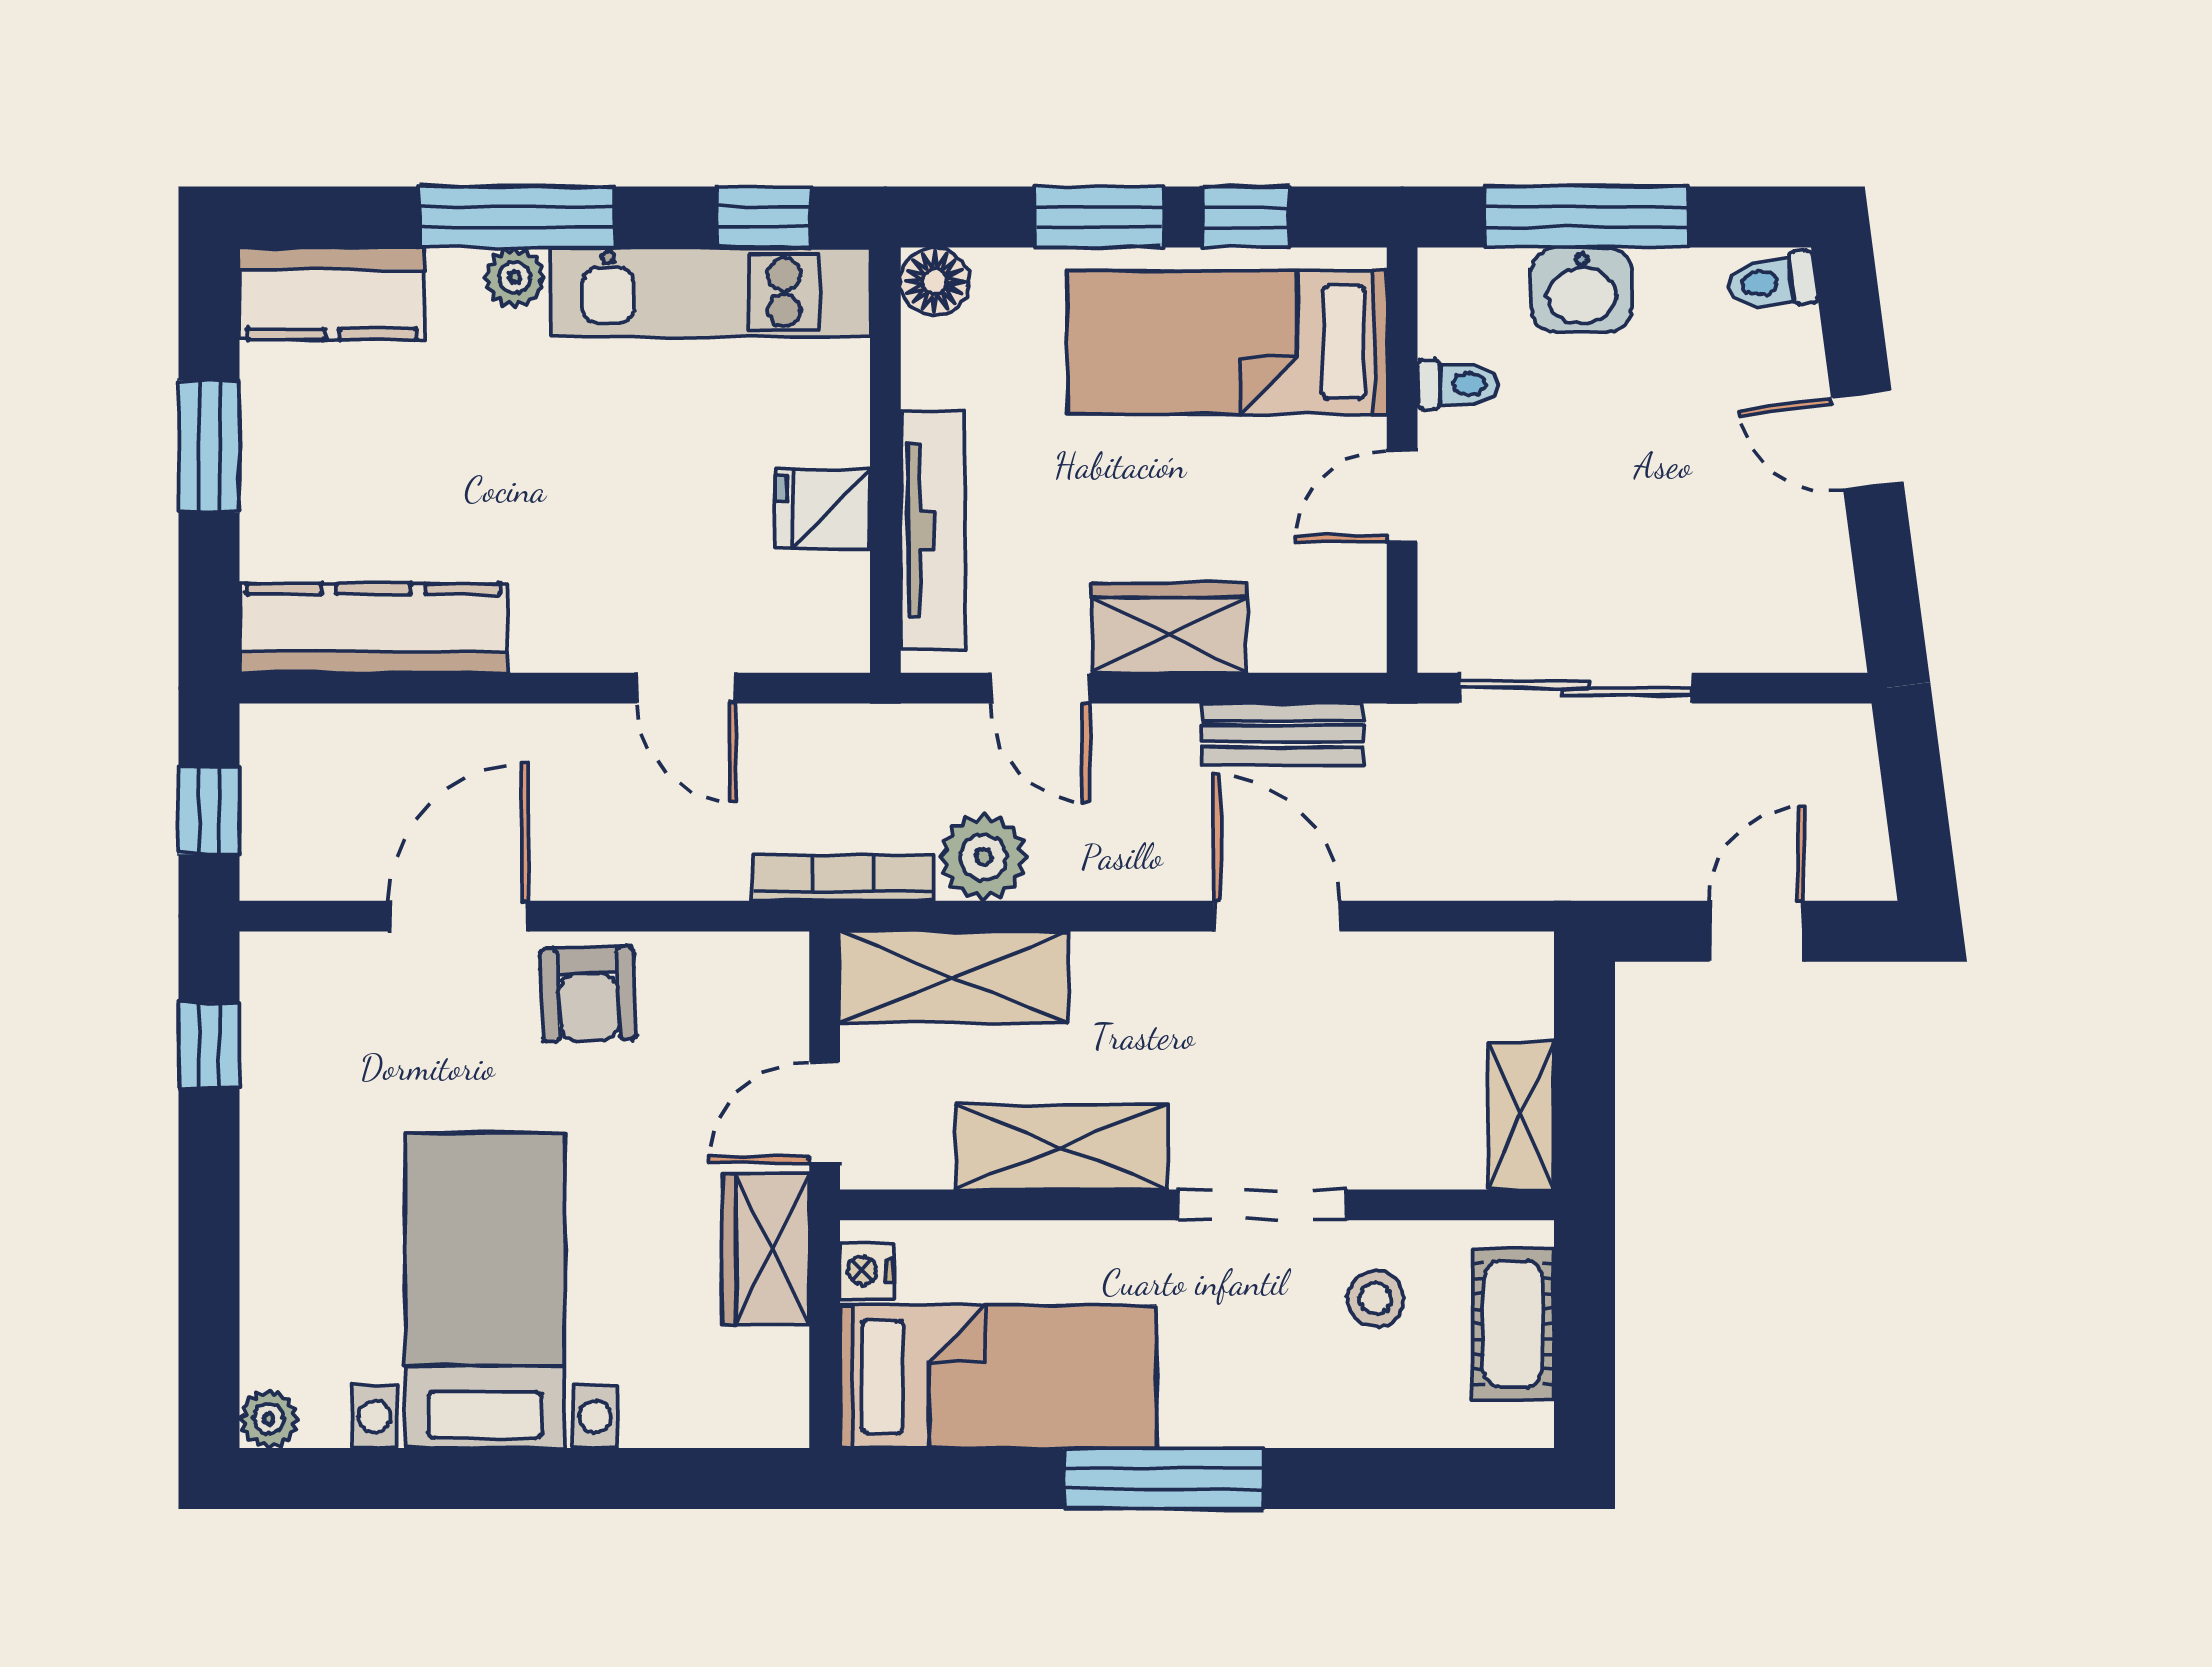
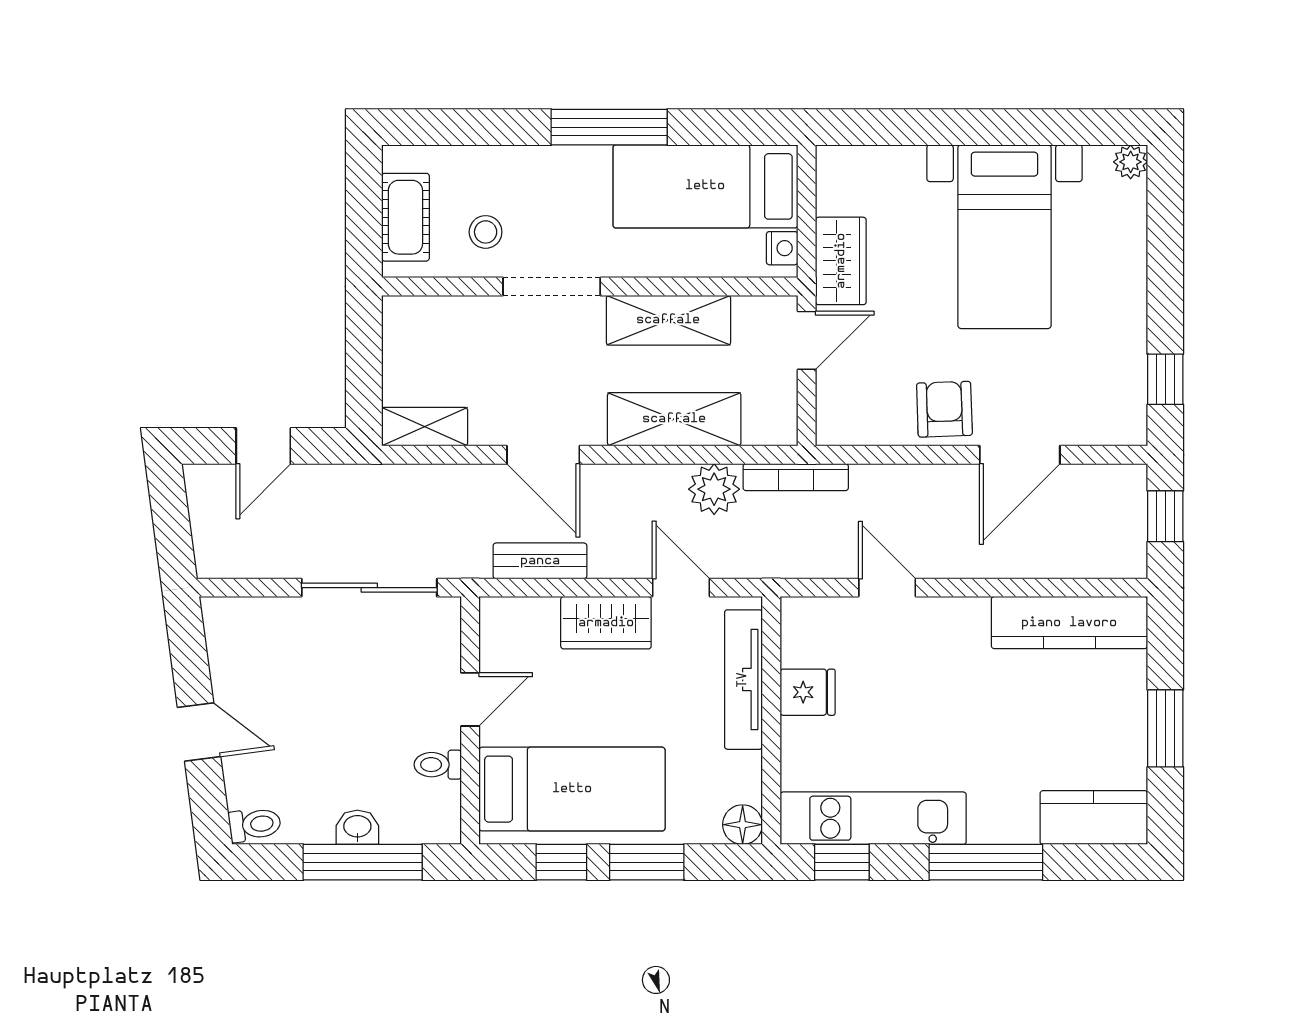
plant: (515, 277) -> (987, 827), removed
washbasin: (1582, 290) -> (357, 827), width x0.72, depth x0.69
shelving: (954, 977) -> (674, 419), moved
shelving: (1521, 1116) -> (425, 427), moved, turned 90

